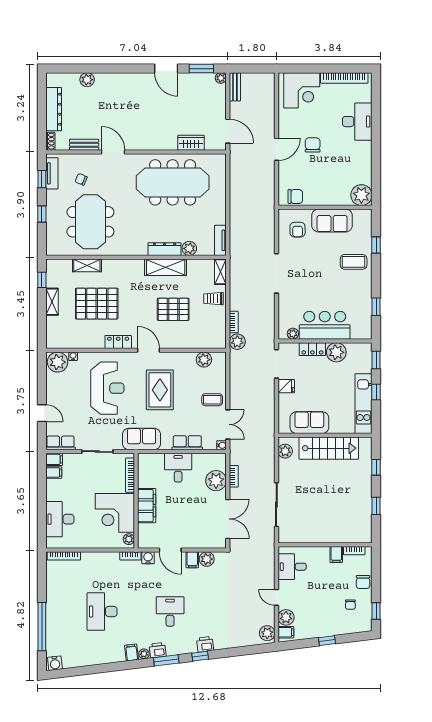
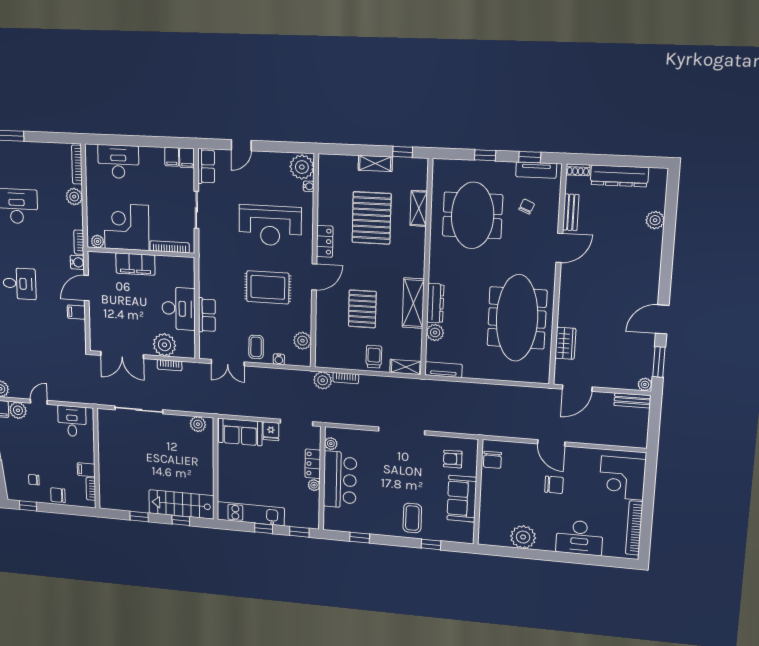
plant: (361, 195) -> (523, 537), moved
meeting table: (90, 222) -> (473, 215), turned 90
plant: (336, 352) -> (314, 485), width x0.53, depth x0.53
sofa: (309, 423) -> (240, 432), moved, turned 90
sofa: (142, 439) -> (211, 263), removed
water cooler: (222, 445) -> (279, 359), moved
stairs: (329, 448) -> (181, 504), moved, turned 90
desk: (178, 468) -> (179, 309), width x1.37
plant: (207, 559) -> (74, 197), moved

